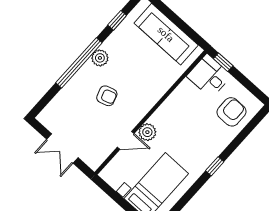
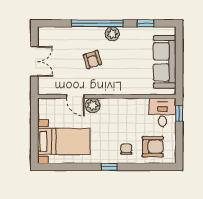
chair: (213, 137) -> (126, 149), added
double door: (62, 148) -> (34, 61), swing flipped

